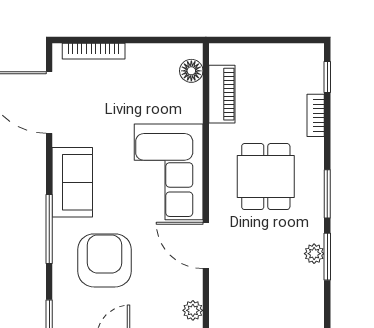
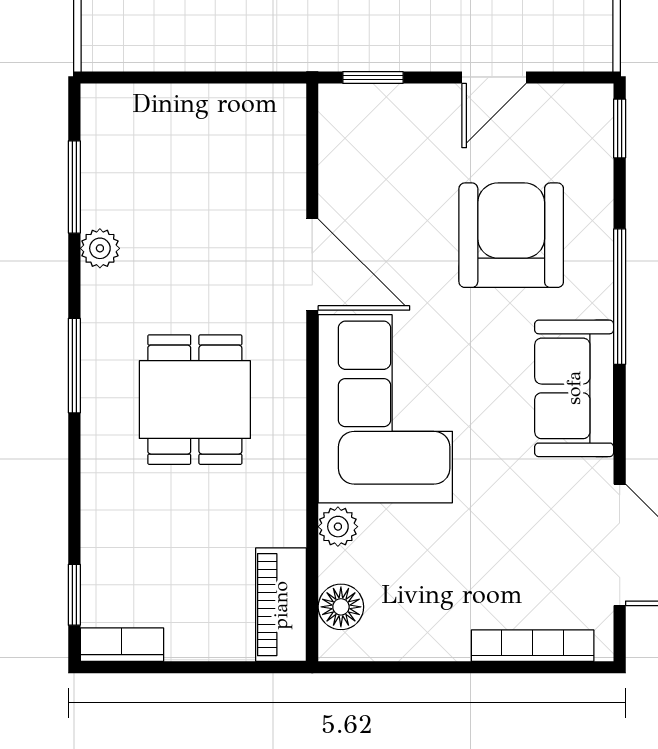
piano: (222, 94) -> (281, 605), moved
bookcase: (316, 115) -> (122, 645), moved, turned -90
window: (327, 257) -> (74, 187), moved
armchair: (104, 260) -> (511, 235), turned 180
plant: (193, 310) -> (338, 527), moved

